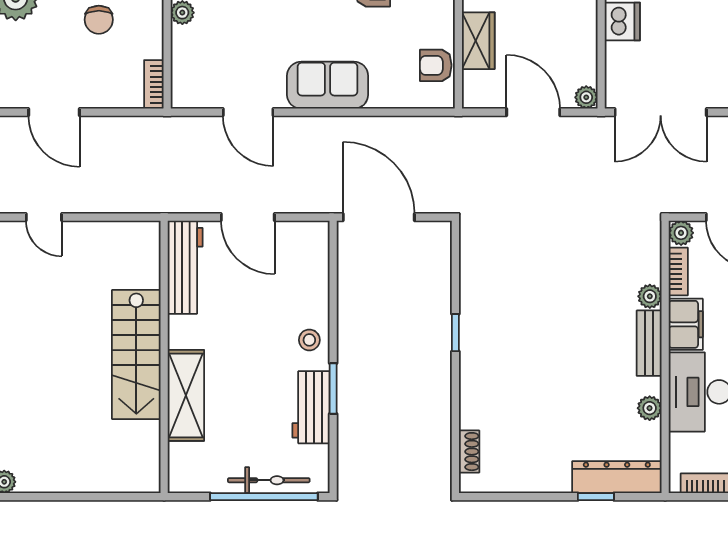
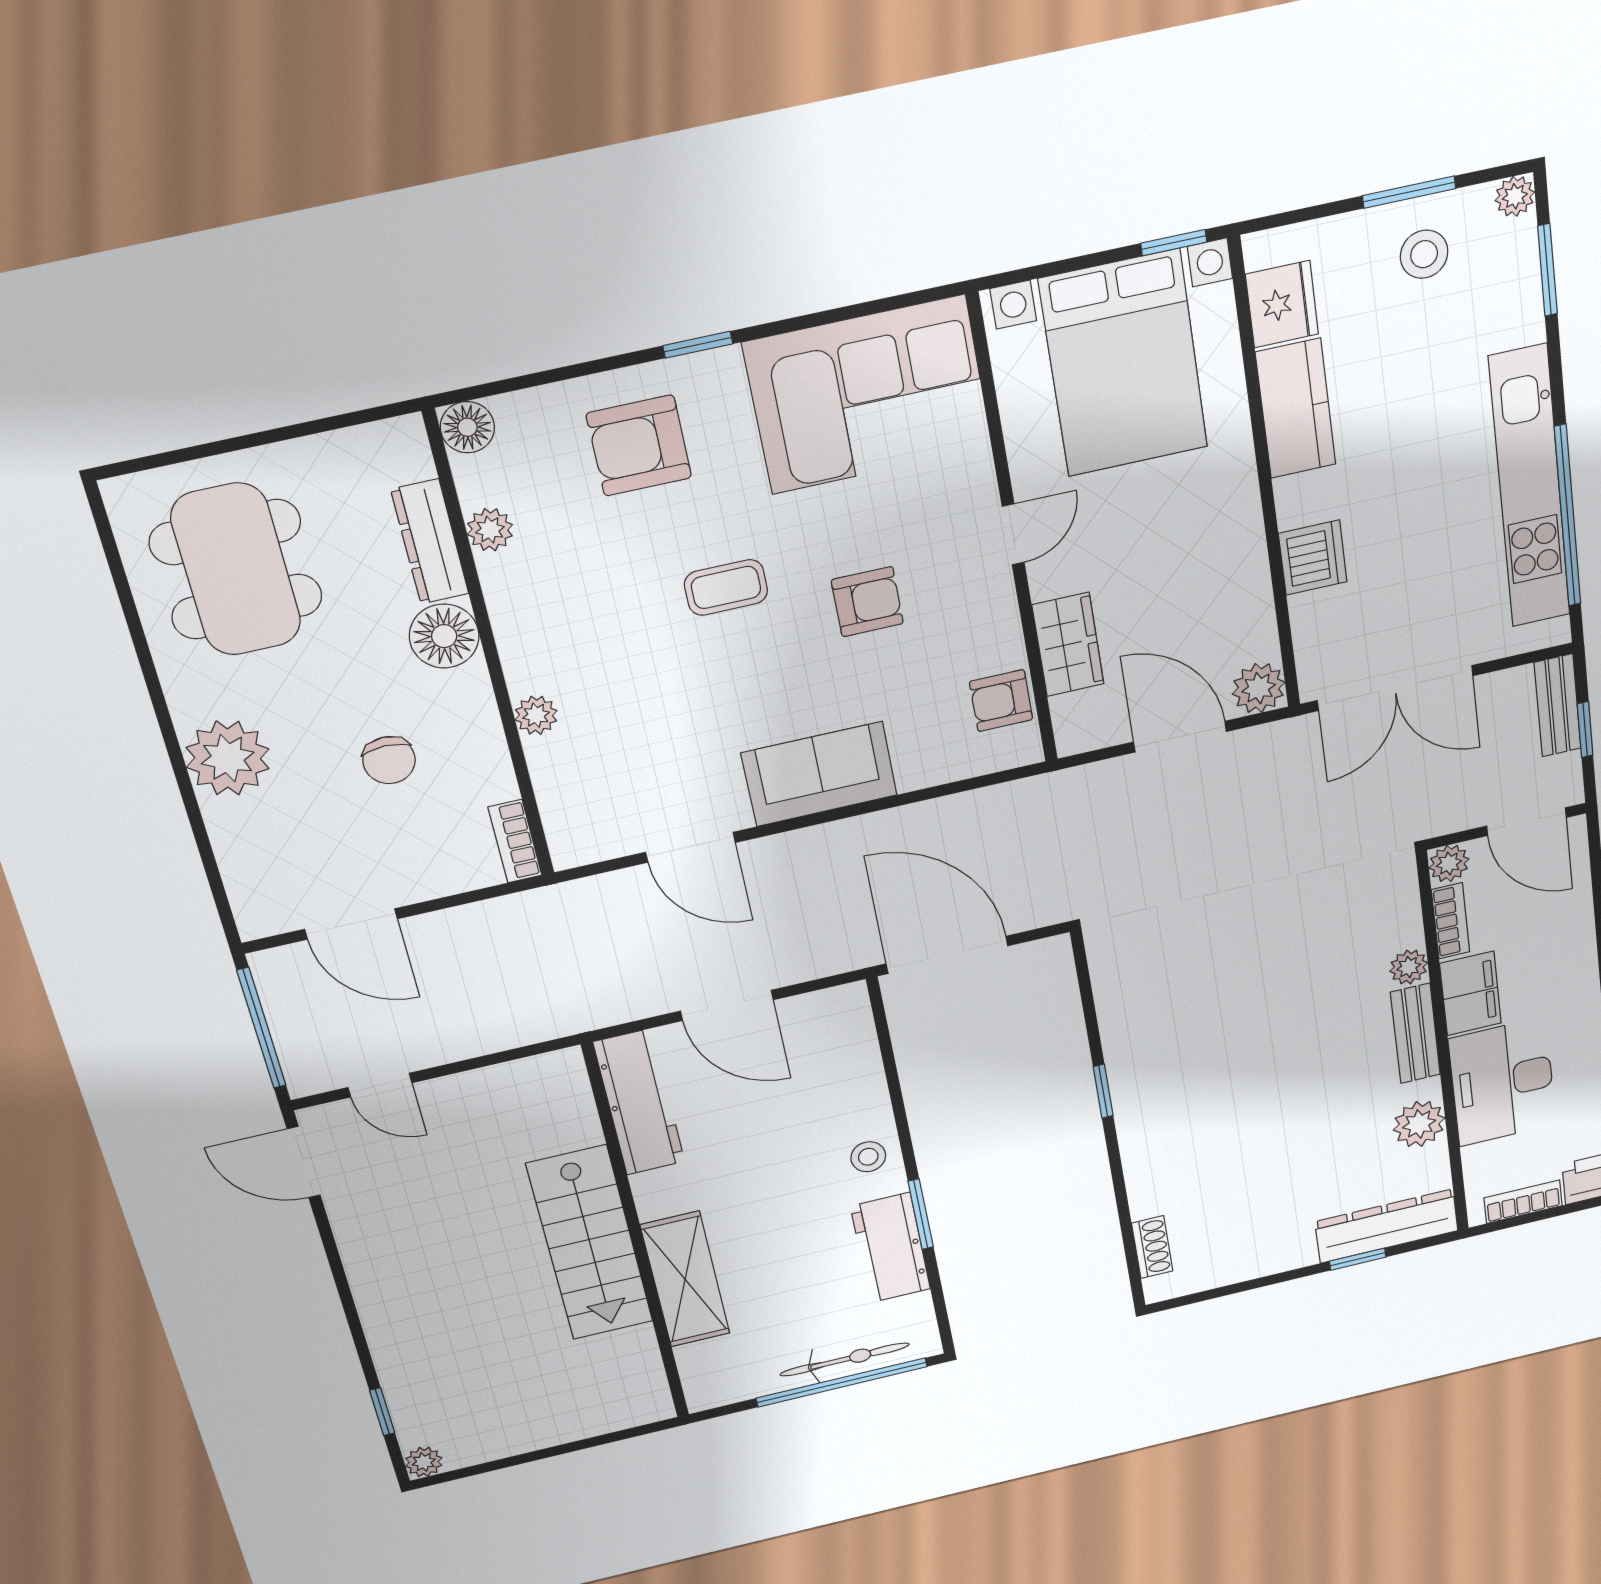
plant: (586, 97) -> (1259, 688), width x1.38, depth x1.38
plant: (650, 408) -> (1419, 1124), width x1.38, depth x1.38

